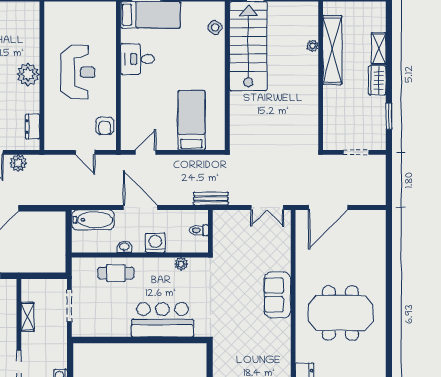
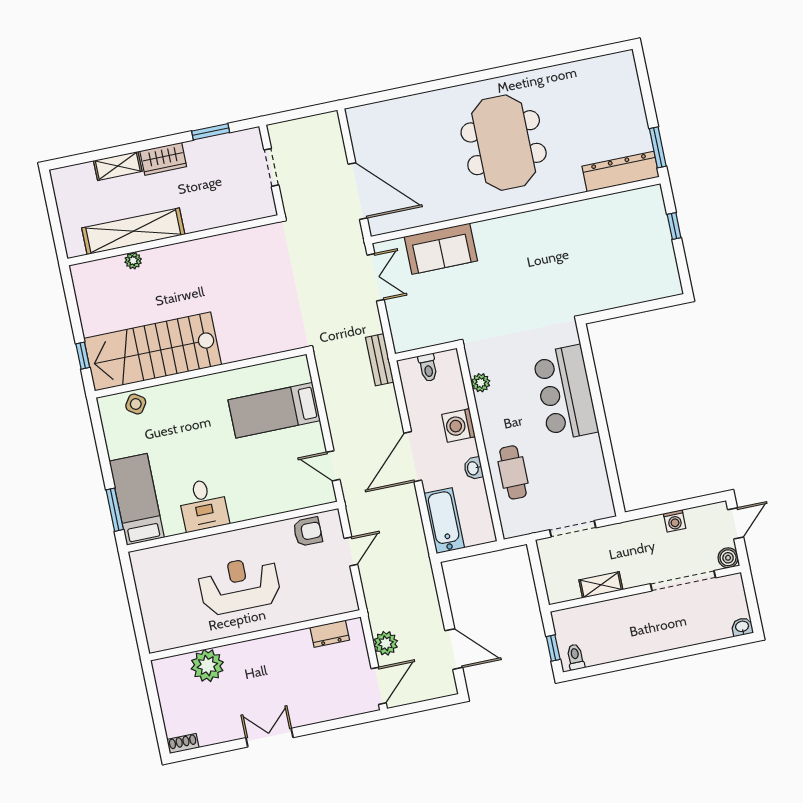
plant: (28, 74) -> (207, 666), moved
sofa: (277, 295) -> (441, 249), moved

